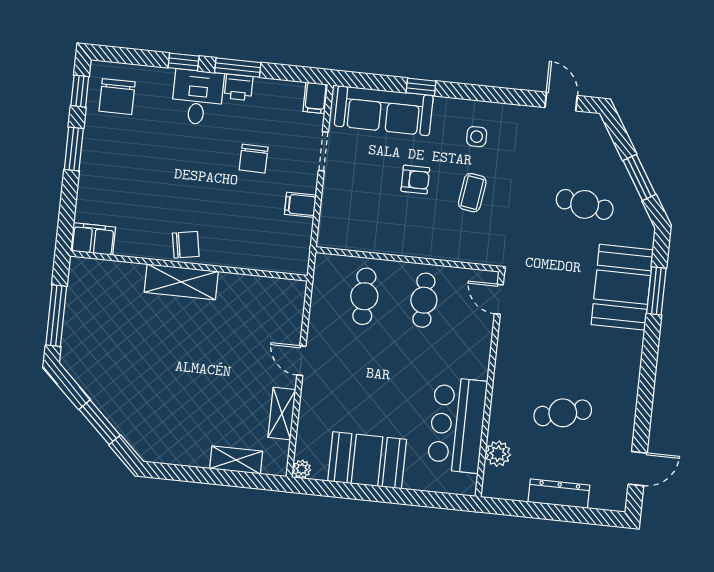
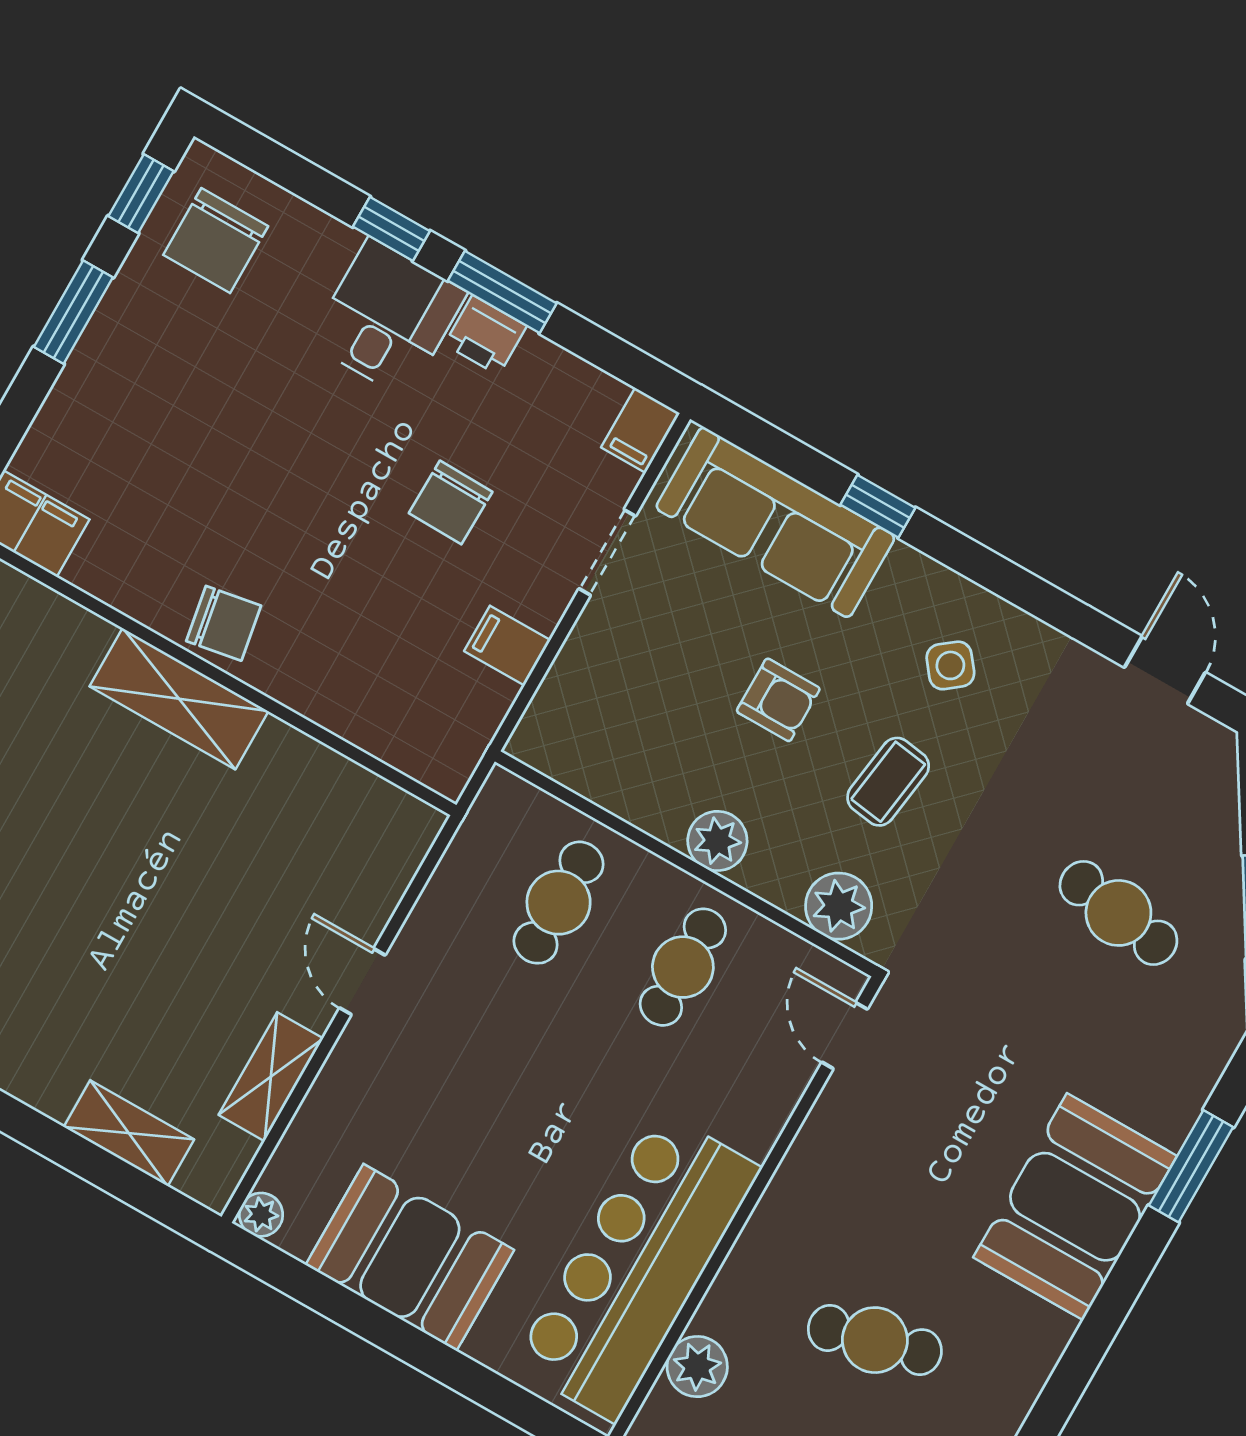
side table: (477, 137) -> (950, 665), turned -38
plant: (416, 245) -> (717, 841), added
plant: (474, 250) -> (839, 906), added
booth: (622, 287) -> (1075, 1207), moved
bar counter: (457, 425) -> (637, 1266), width x1.36

